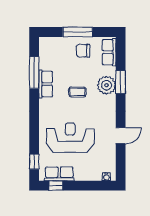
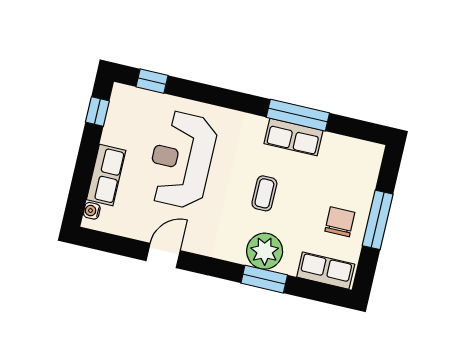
window: (34, 73) -> (298, 115), moved
door: (121, 136) -> (163, 256), swing flipped
reception desk: (70, 138) -> (182, 160), turned 180
row of seats: (59, 174) -> (106, 175), moved

